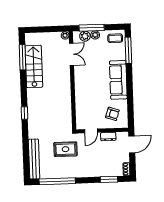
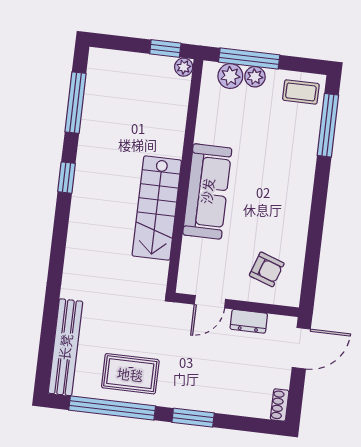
window: (56, 29) -> (165, 49), added
double door: (72, 54) -> (192, 114), removed
stairs: (34, 66) -> (157, 208), moved, turned 180
sofa: (118, 80) -> (207, 191), moved, turned 180
window: (24, 113) -> (67, 178), moved
rug: (65, 149) -> (130, 374), moved
window: (109, 179) -> (193, 418), moved

